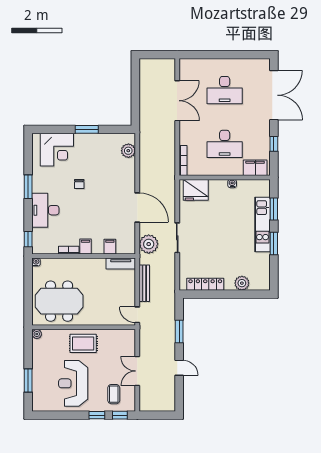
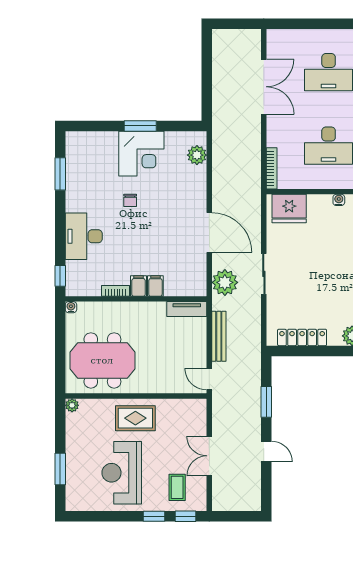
corner desk: (57, 150) -> (141, 154), moved
window: (28, 187) -> (60, 174), moved
filing cabinet: (110, 247) -> (155, 286), moved

